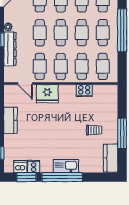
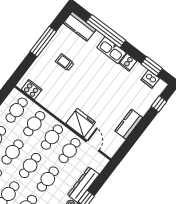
cooker: (84, 91) -> (32, 89), moved
kitchen counter: (111, 158) -> (80, 26), moved, turned 90
cooker: (34, 166) -> (128, 62), moved
window: (62, 177) -> (106, 31), moved

